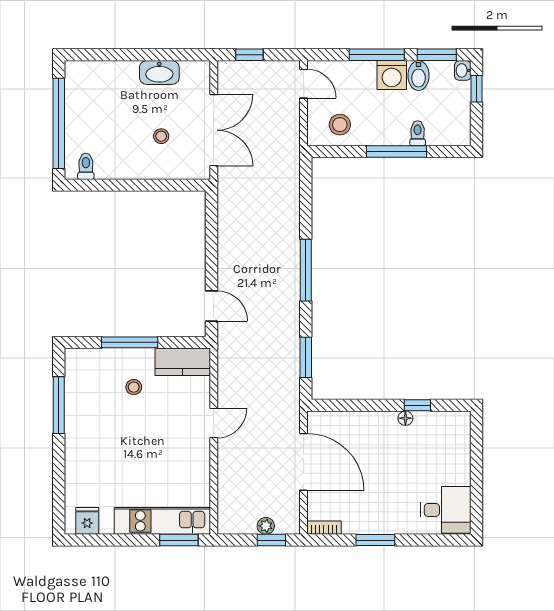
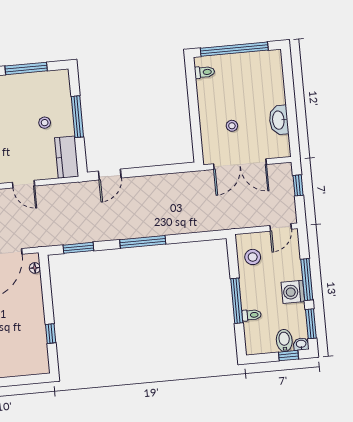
bidet: (419, 76) -> (284, 340), moved, turned 90
floor lamp: (405, 418) -> (35, 268), moved

